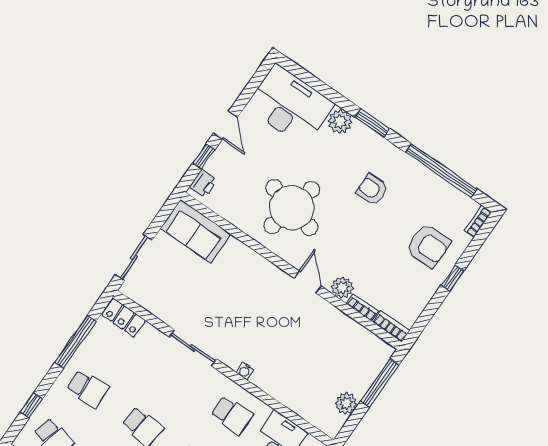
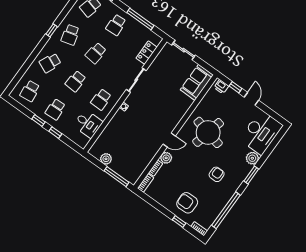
door: (225, 125) -> (251, 99), swing flipped
armchair: (428, 246) -> (187, 203), turned 90
window: (453, 278) -> (179, 222), moved
locker: (124, 318) -> (147, 53), moved

